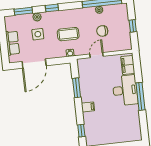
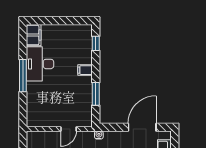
filing cabinet: (128, 65) -> (34, 35), moved
desk: (125, 90) -> (40, 64), moved

